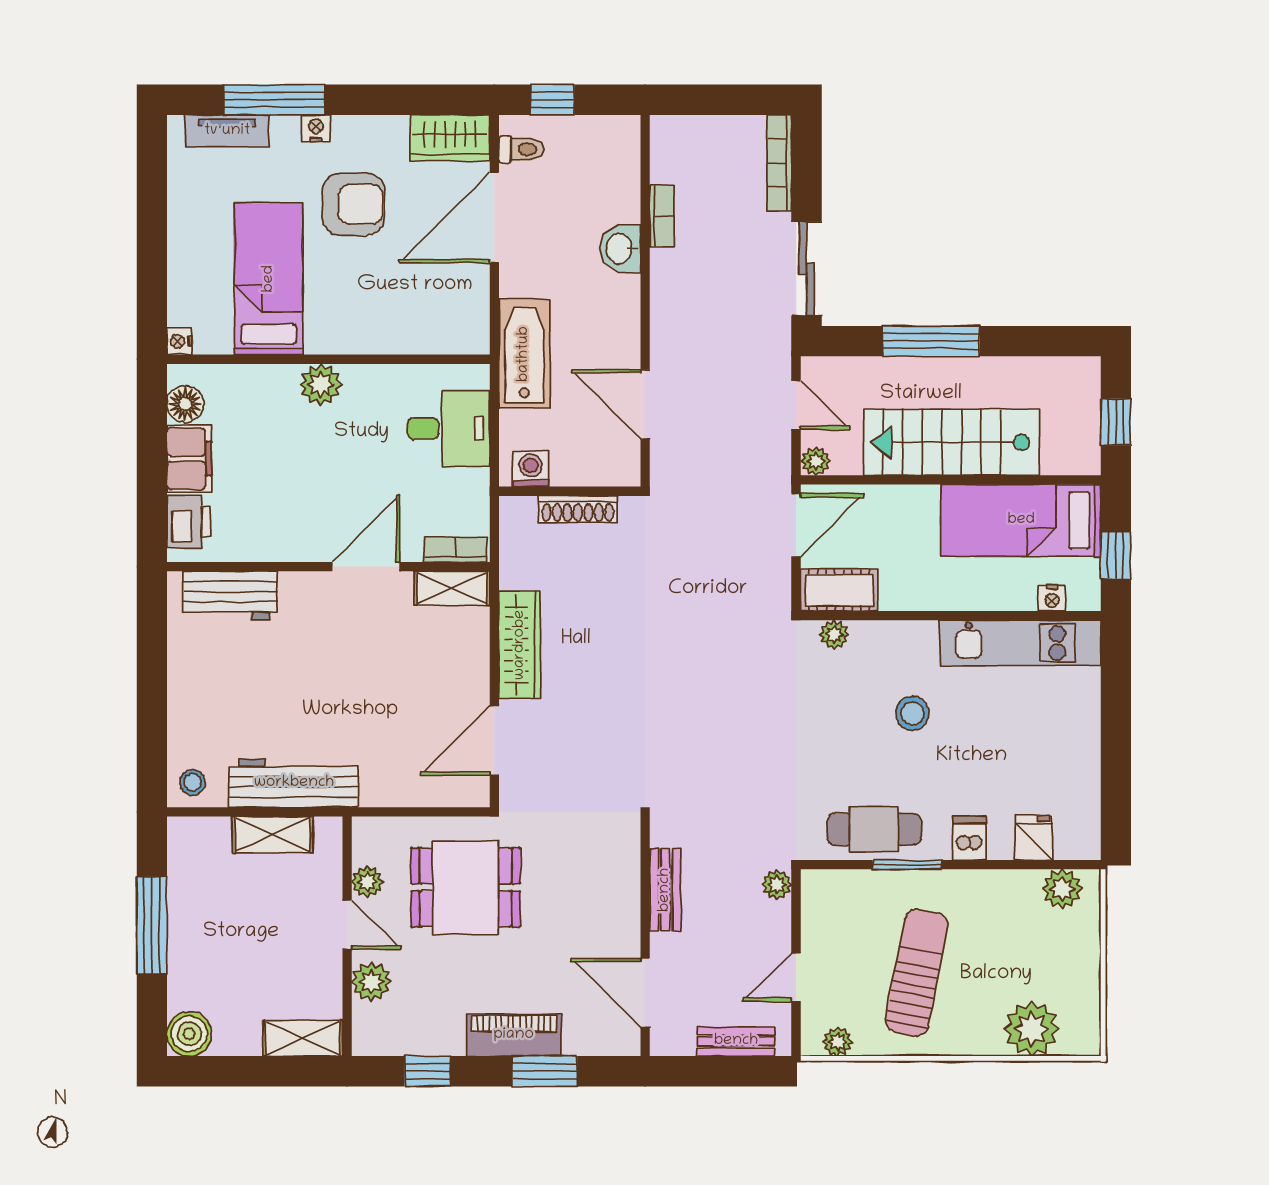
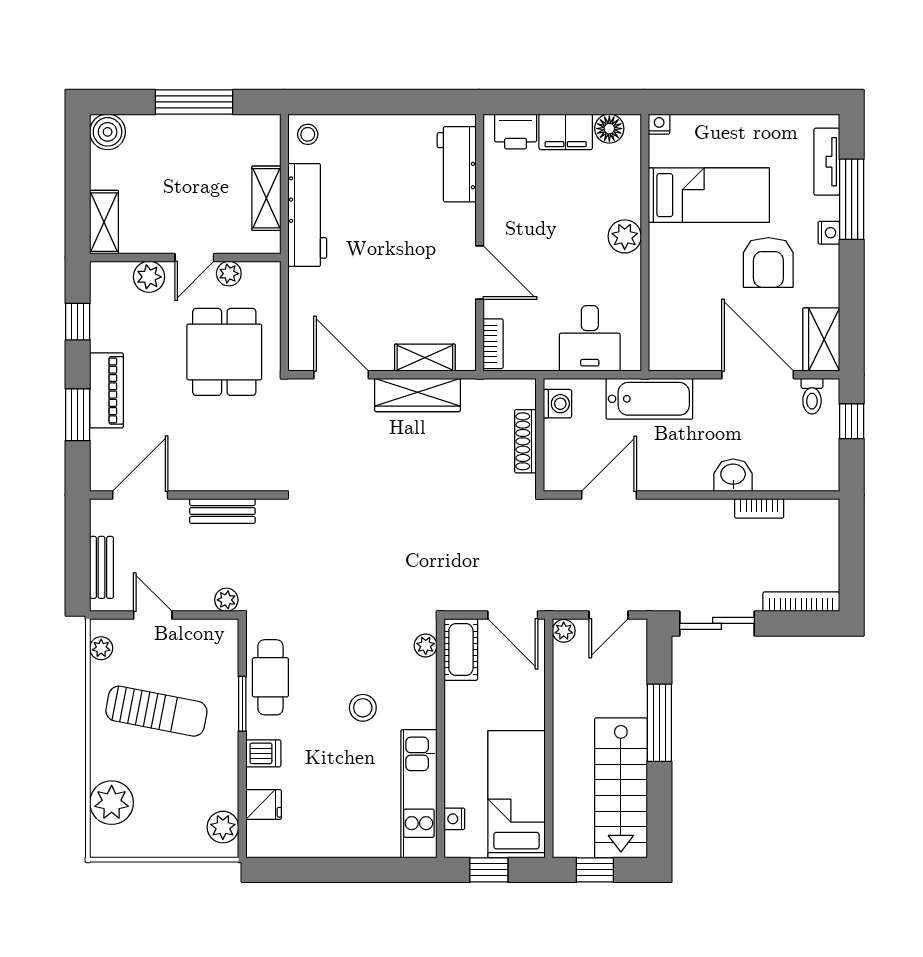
stairs: (951, 442) -> (621, 788), moved, turned 180
shelving: (452, 588) -> (425, 358), moved, turned 90

